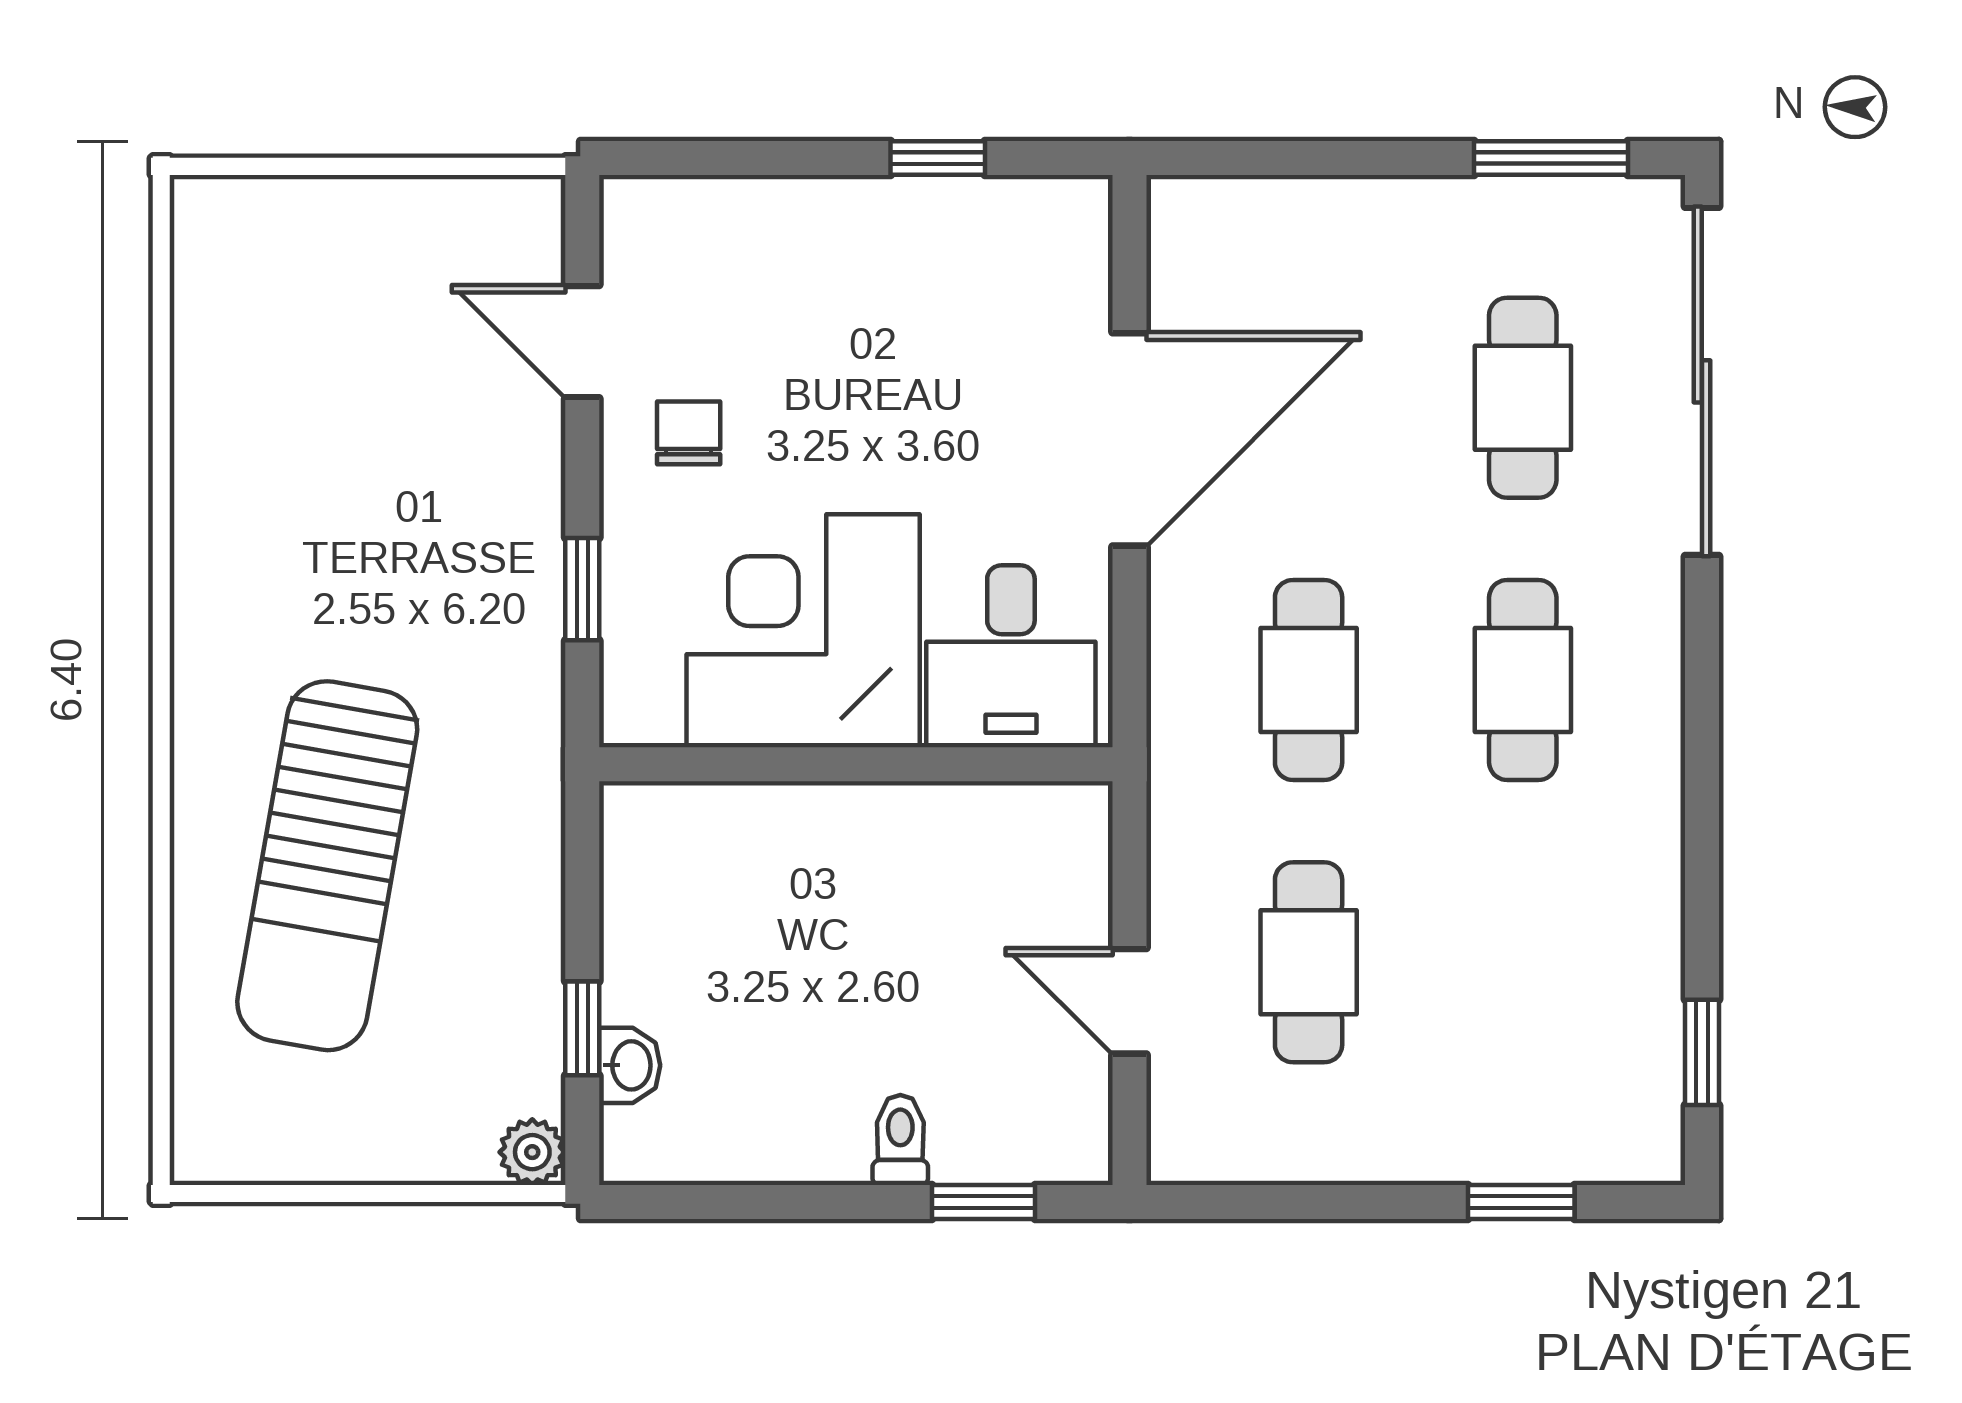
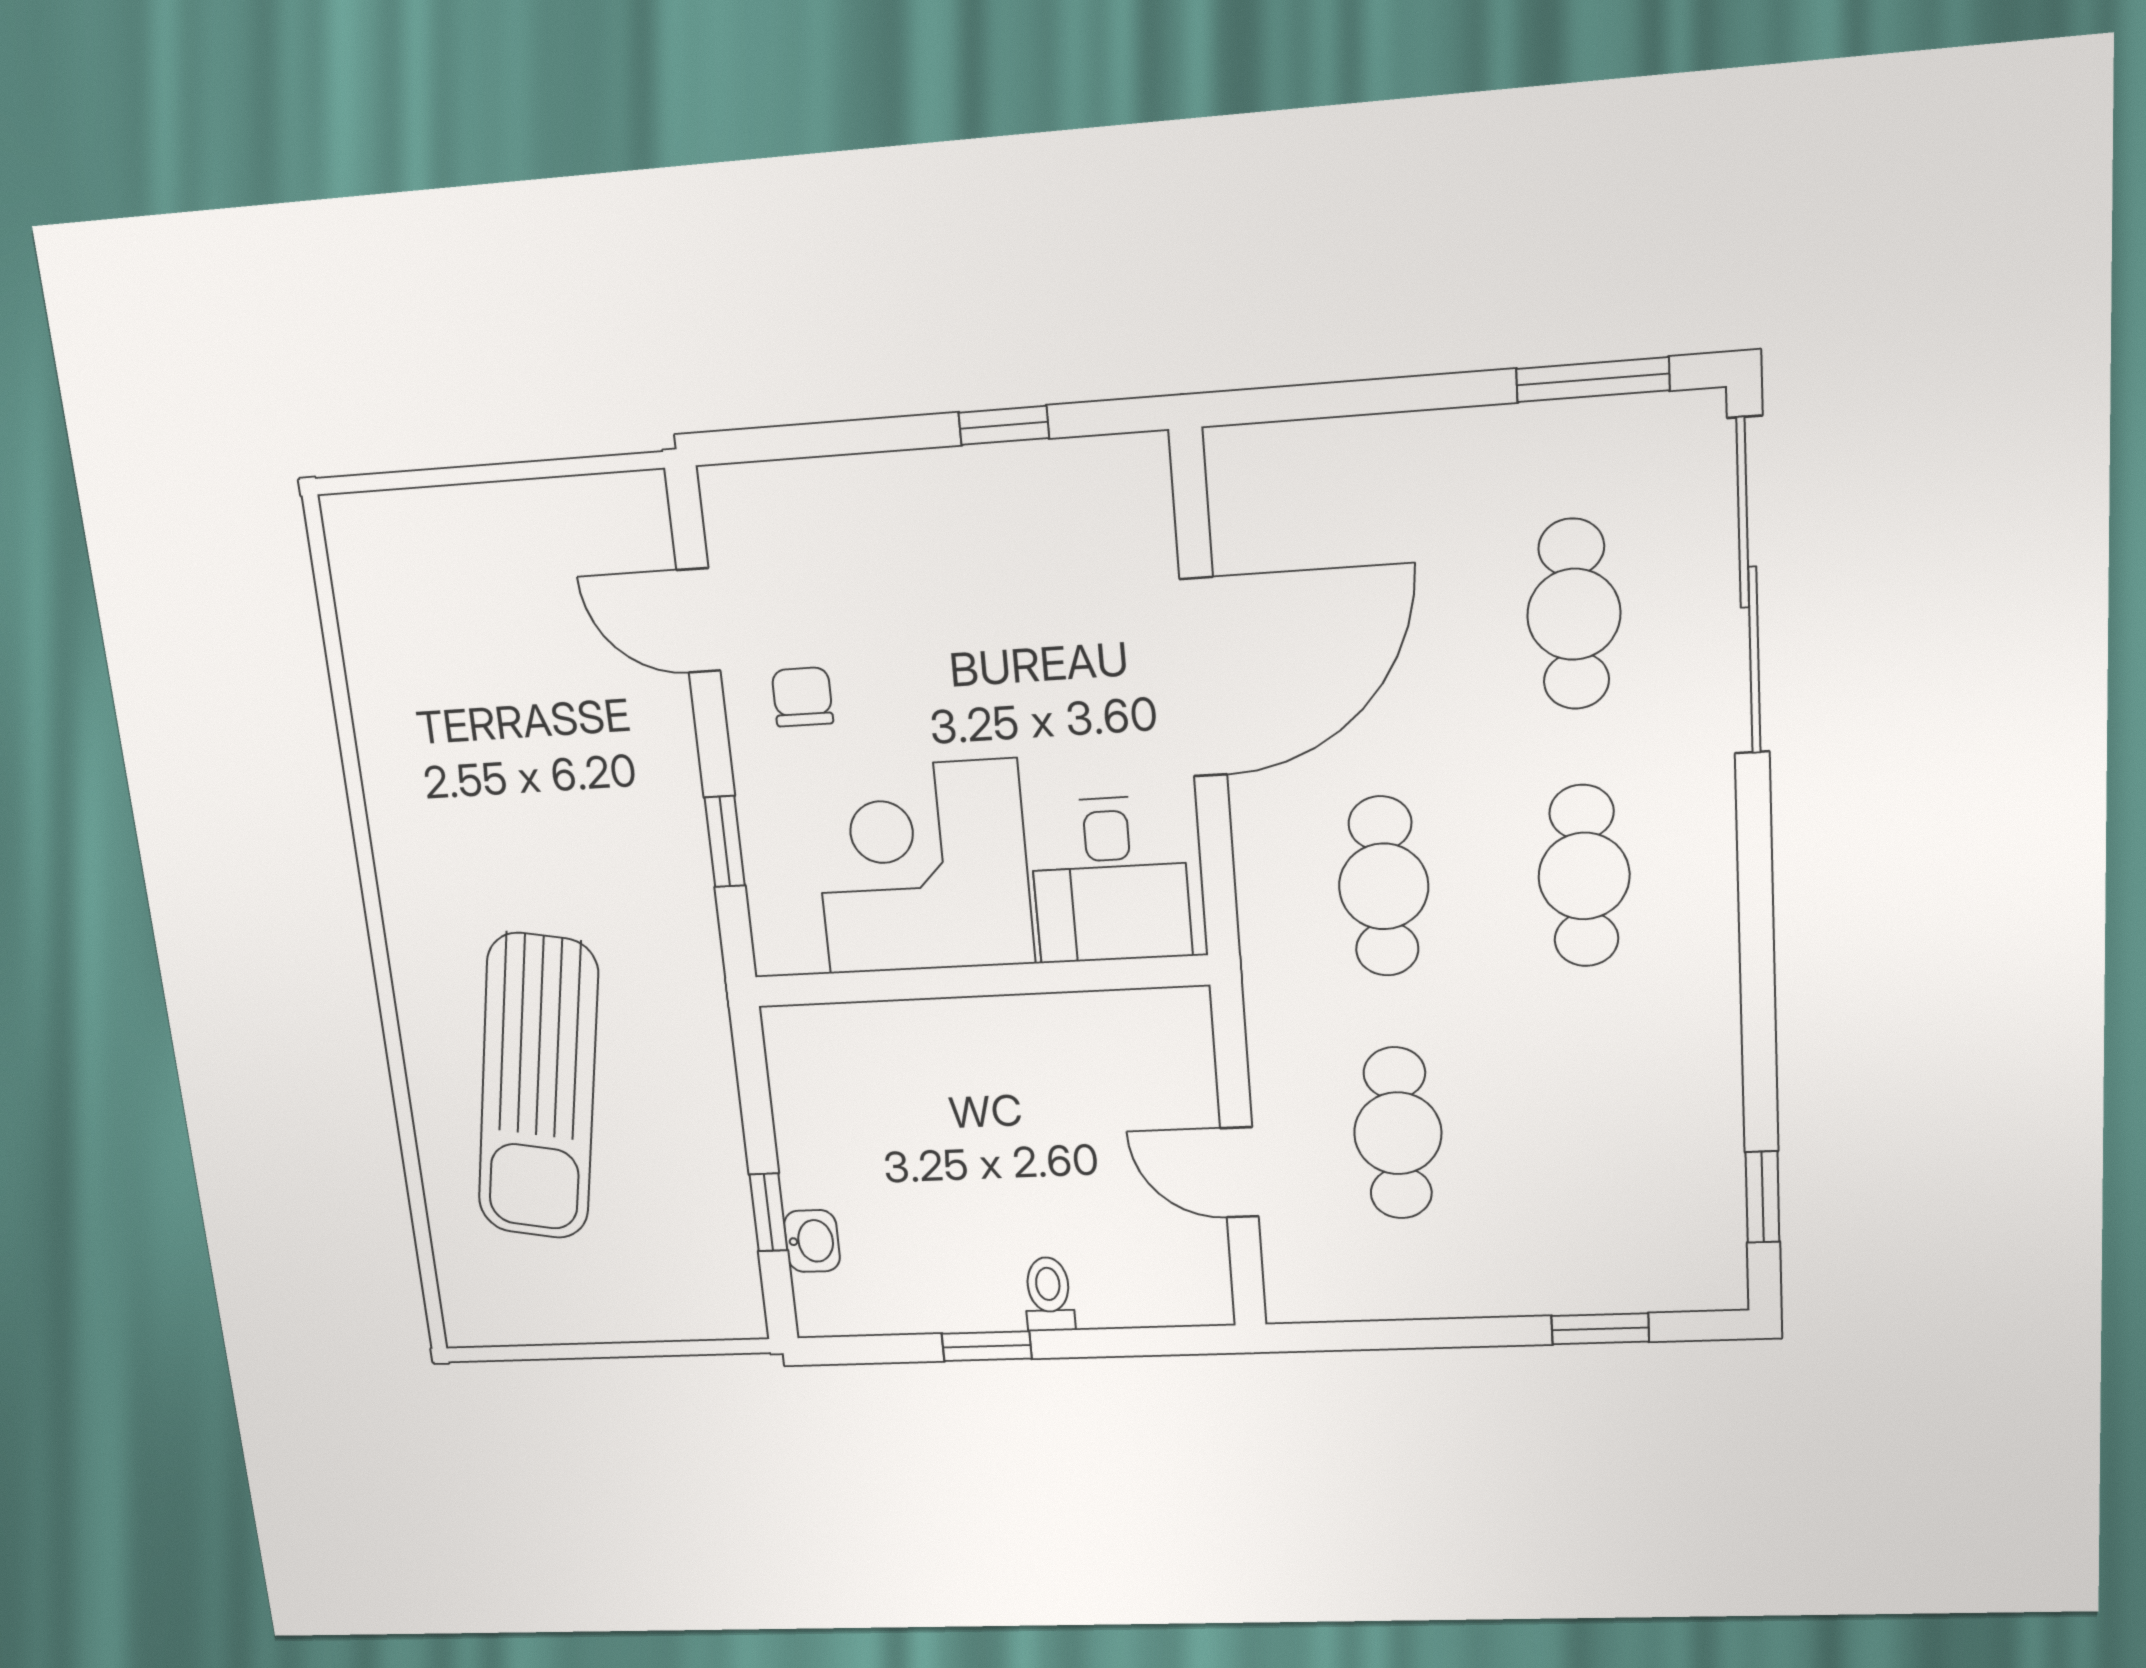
plant: (532, 1152) -> (739, 1313), removed
window: (983, 1202) -> (987, 1346), moved

